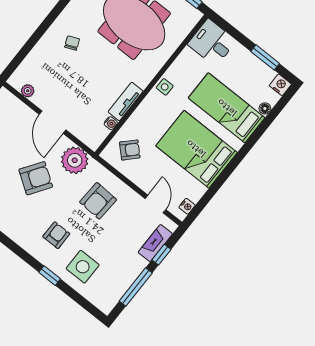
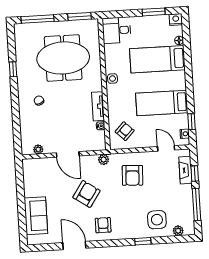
bed: (196, 149) -> (162, 103), width x0.67
plant: (75, 160) -> (104, 159), width x0.53, depth x0.53
window: (205, 200) -> (191, 122), added
armchair: (56, 235) -> (103, 225), moved
plant: (94, 297) -> (178, 231), added

